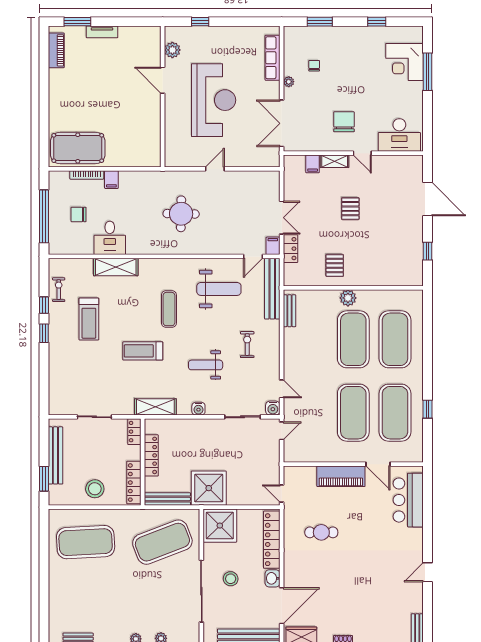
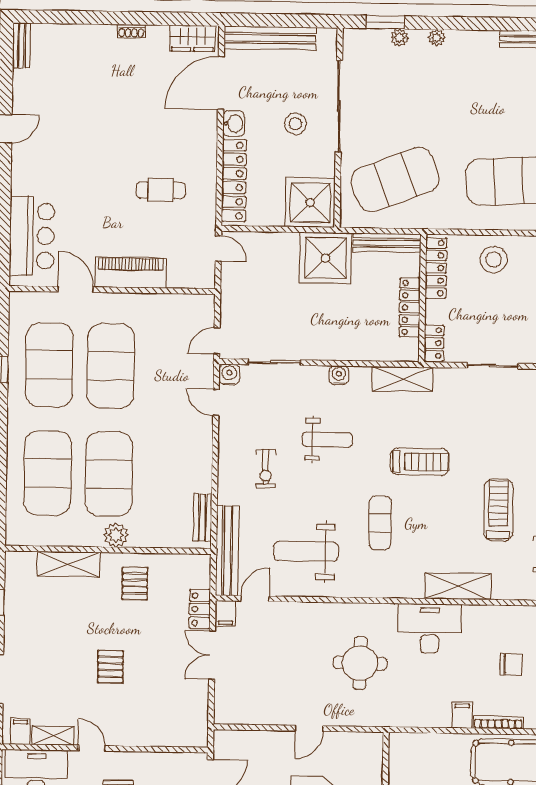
shelving: (335, 161) -> (53, 736), moved
filing cabinet: (313, 164) -> (20, 731), moved
desk: (110, 238) -> (430, 629), moved, width x1.37
shelving: (380, 278) -> (68, 564), added

